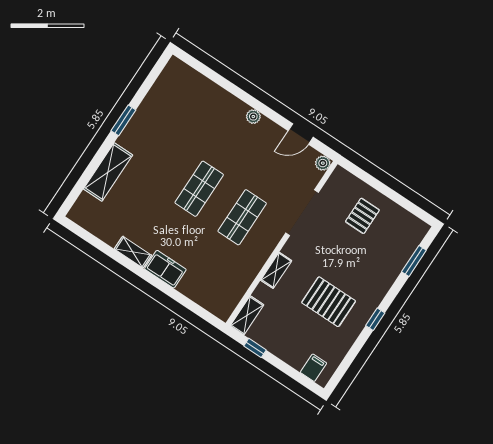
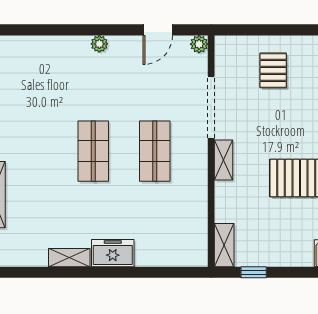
shelving: (276, 270) -> (224, 160), moved

